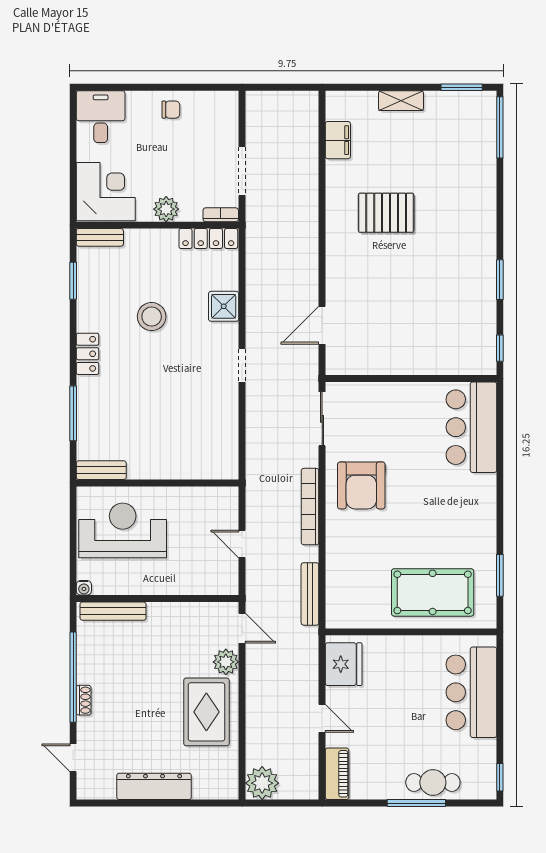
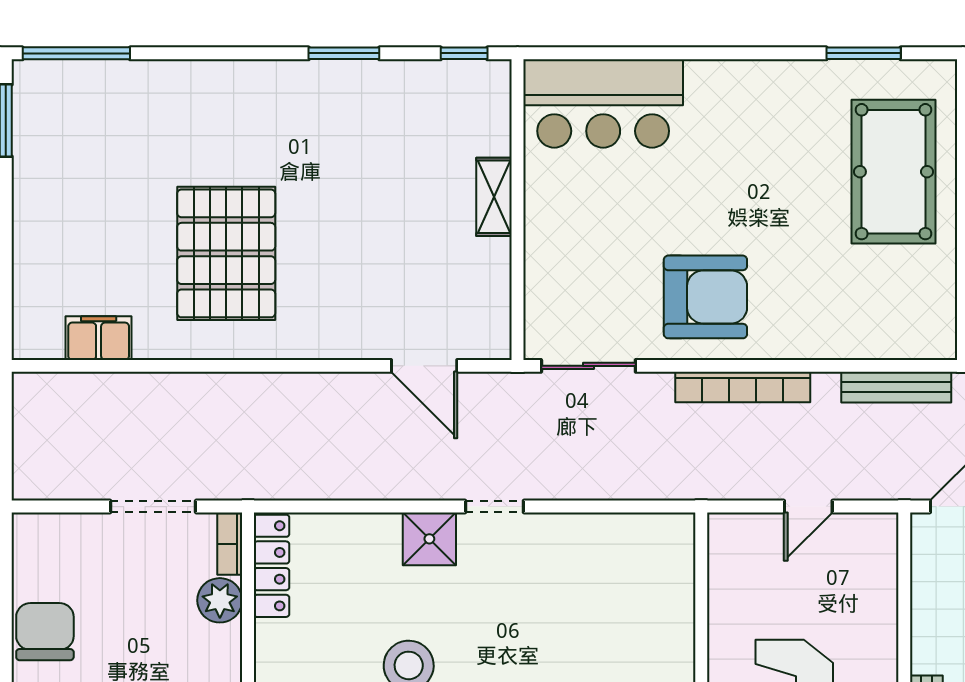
shelving: (401, 101) -> (494, 197), moved
chair: (171, 110) -> (45, 632), width x1.87, depth x1.87
plant: (166, 209) -> (220, 600), moved
pallet: (386, 213) -> (226, 253), width x1.37, depth x1.41
shower: (224, 306) -> (429, 539), moved

